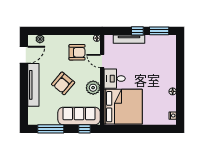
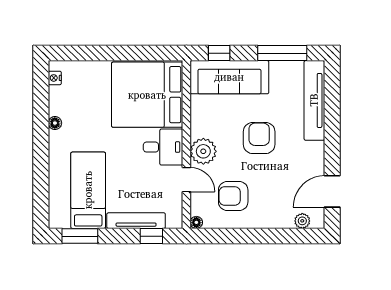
window: (137, 31) -> (151, 236), moved
bed: (155, 55) -> (88, 190), added
armchair: (63, 83) -> (259, 138), turned -40
tv unit: (33, 85) -> (314, 100), moved
plant: (93, 88) -> (203, 151), moved

